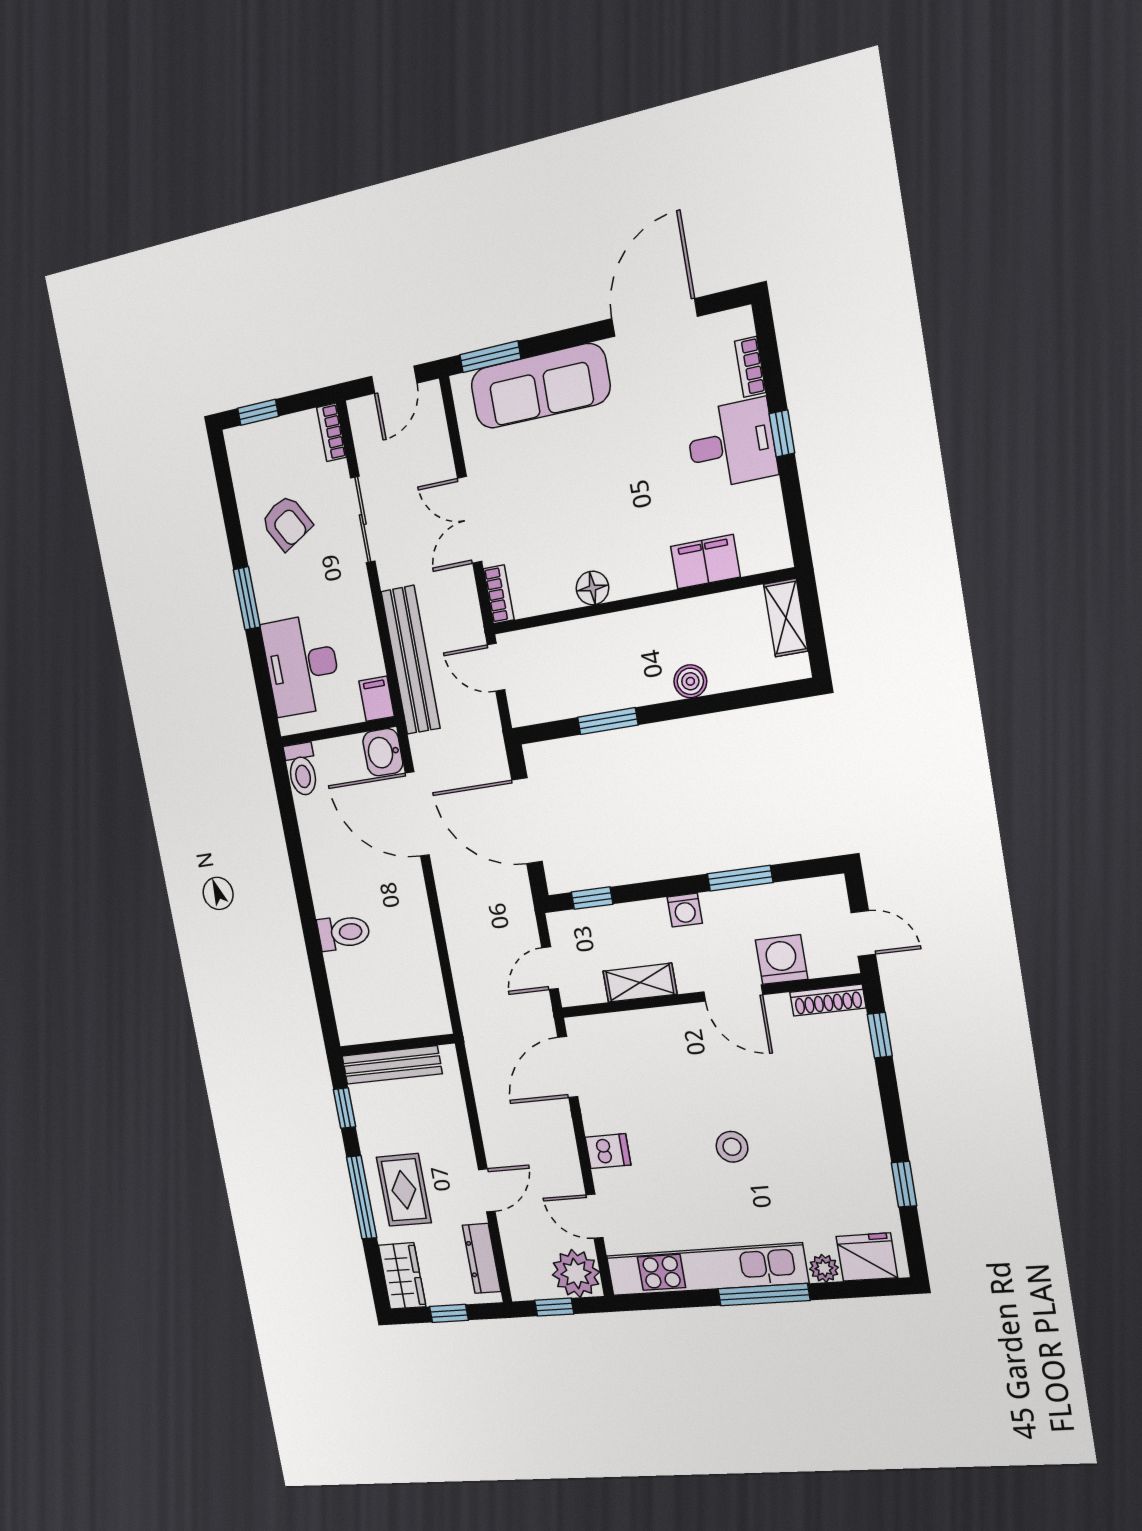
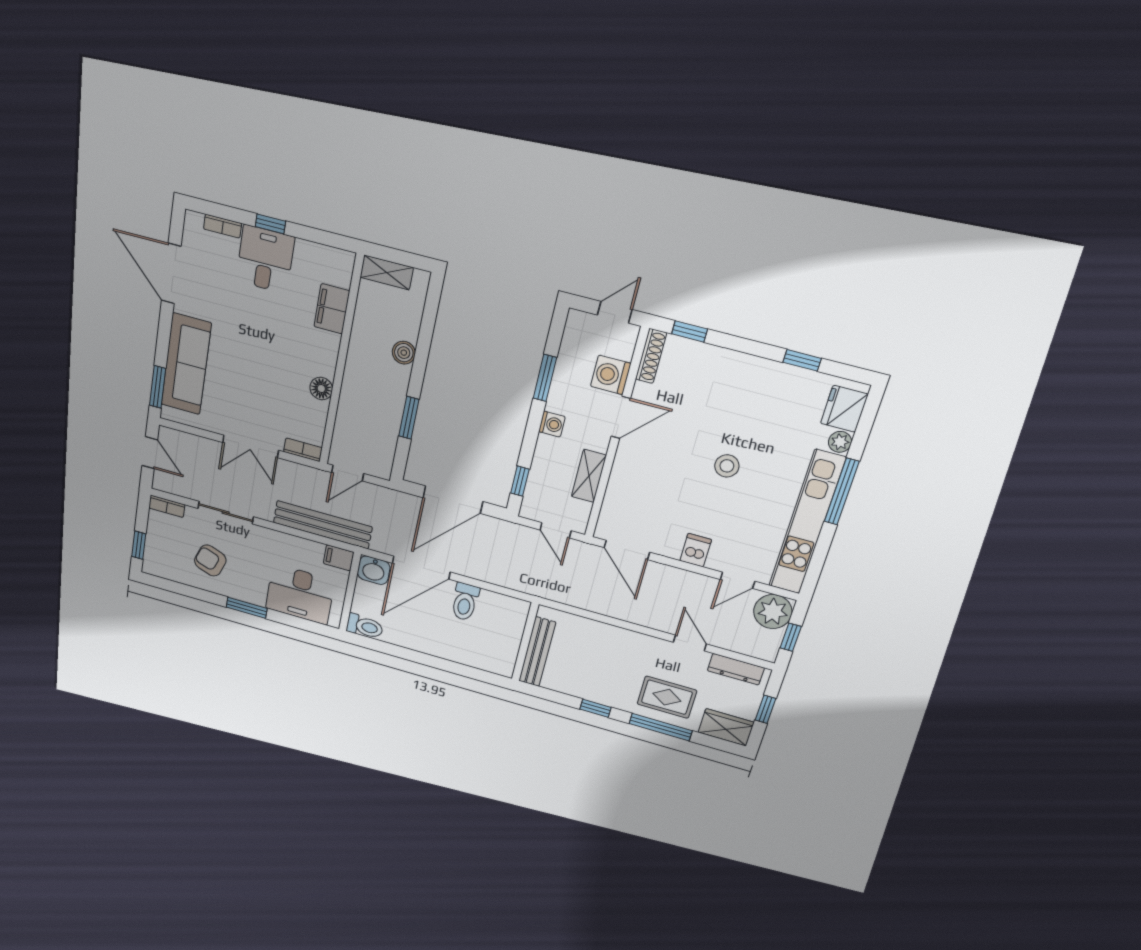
armchair: (287, 523) -> (210, 561), turned -130
toilet: (344, 933) -> (465, 602), moved, turned 180
wall: (397, 1045) -> (525, 642), moved
bench: (392, 1065) -> (537, 652), moved

